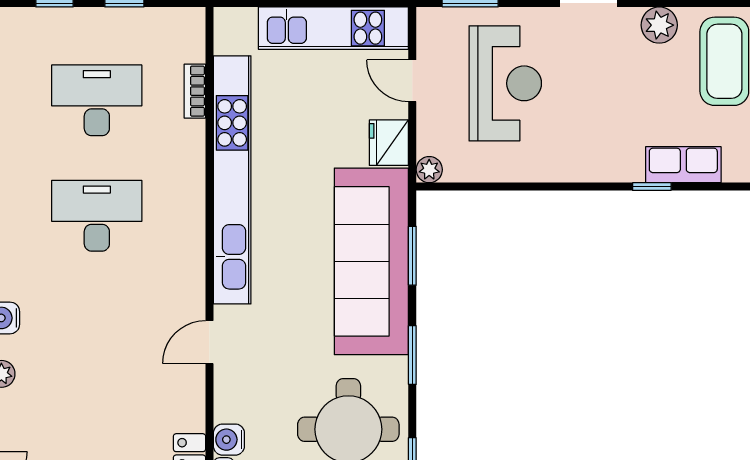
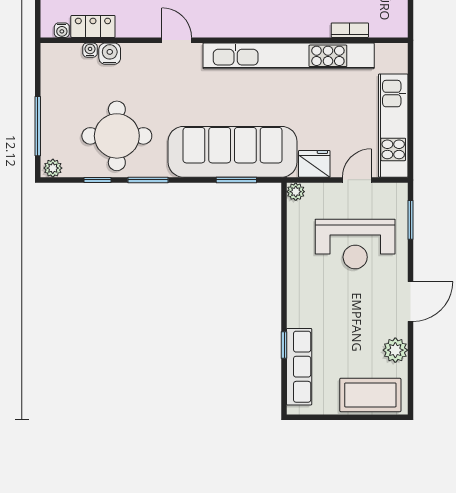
row of seats: (683, 165) -> (299, 367), width x1.48
window: (412, 355) -> (148, 180), moved

